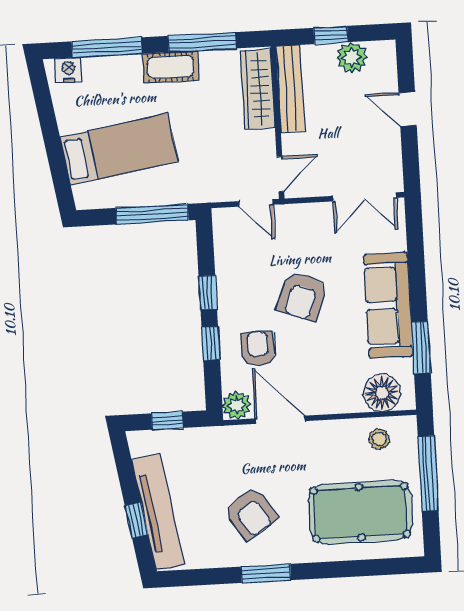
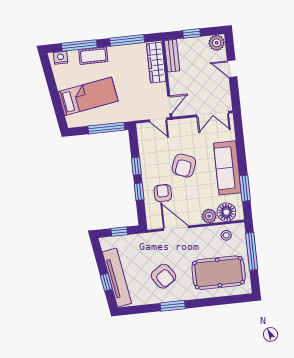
plant: (352, 58) -> (217, 43), moved
cot: (171, 67) -> (93, 56), moved
bench: (290, 89) -> (172, 56), width x0.73
plant: (237, 405) -> (209, 216), moved

